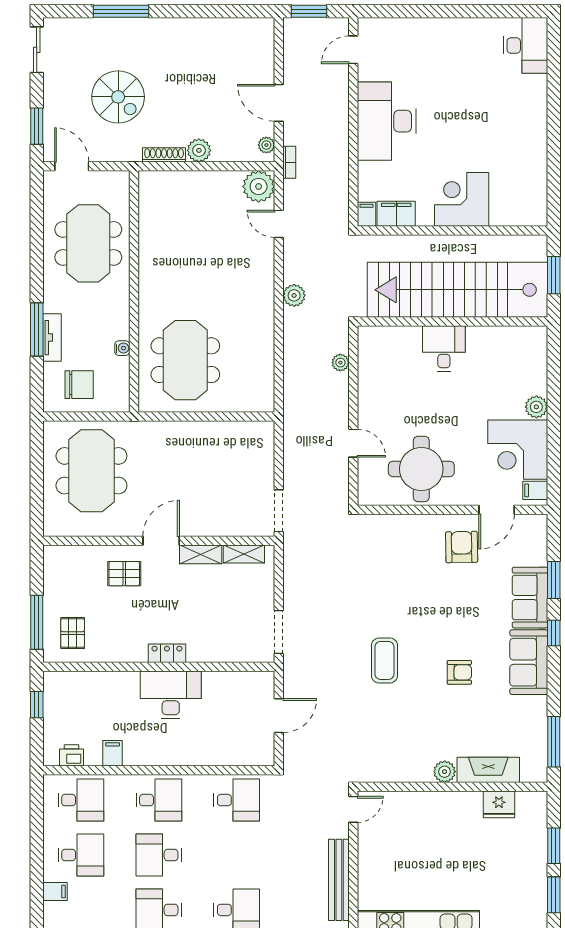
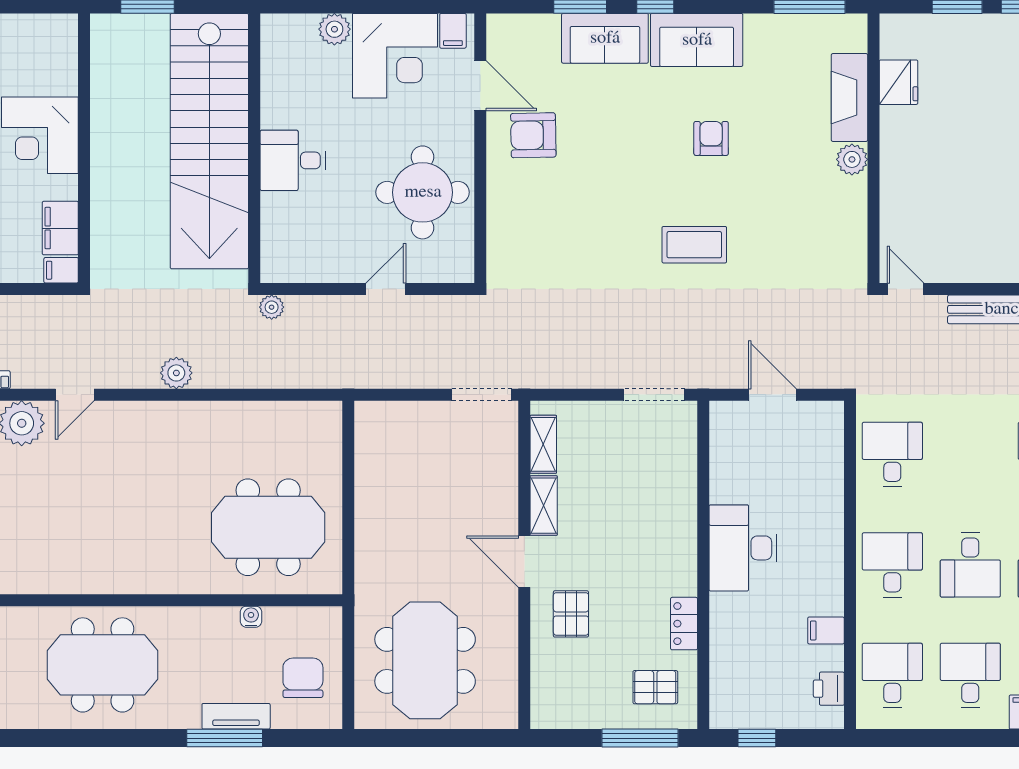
stairs: (457, 290) -> (209, 141), moved
wall: (452, 321) -> (254, 148), moved
desk: (444, 349) -> (293, 160), moved
meeting table: (91, 471) -> (425, 660), turned 90
locker: (167, 653) -> (684, 624), moved

